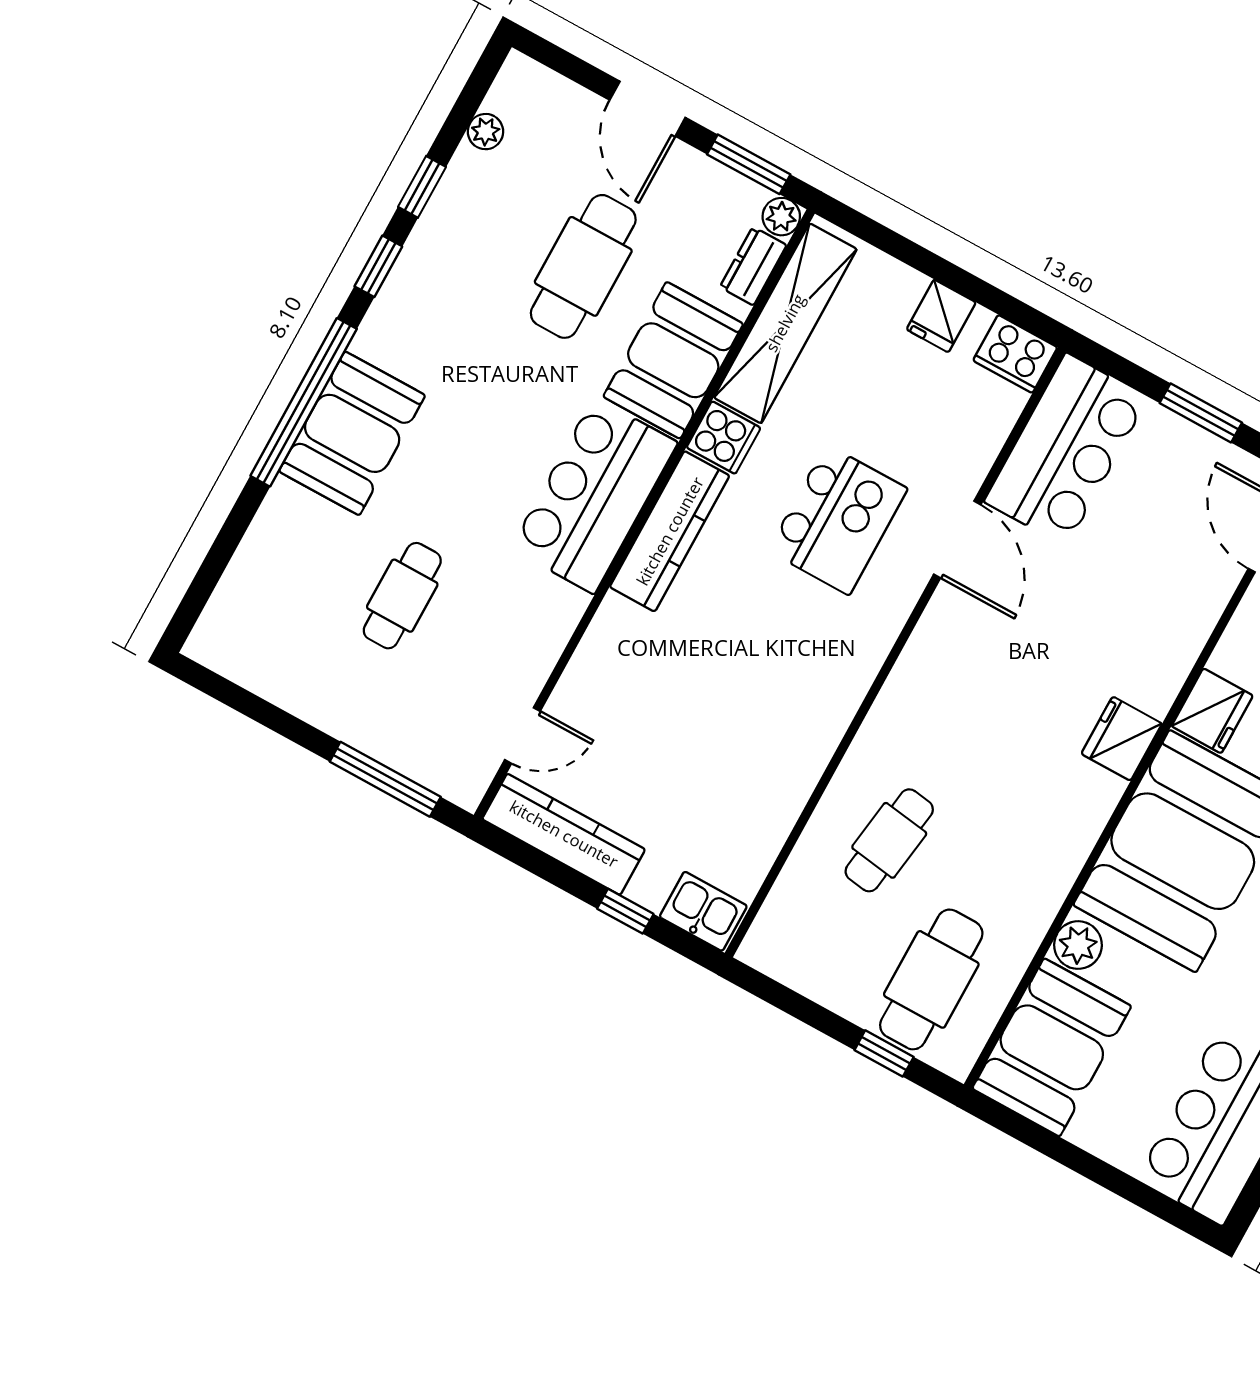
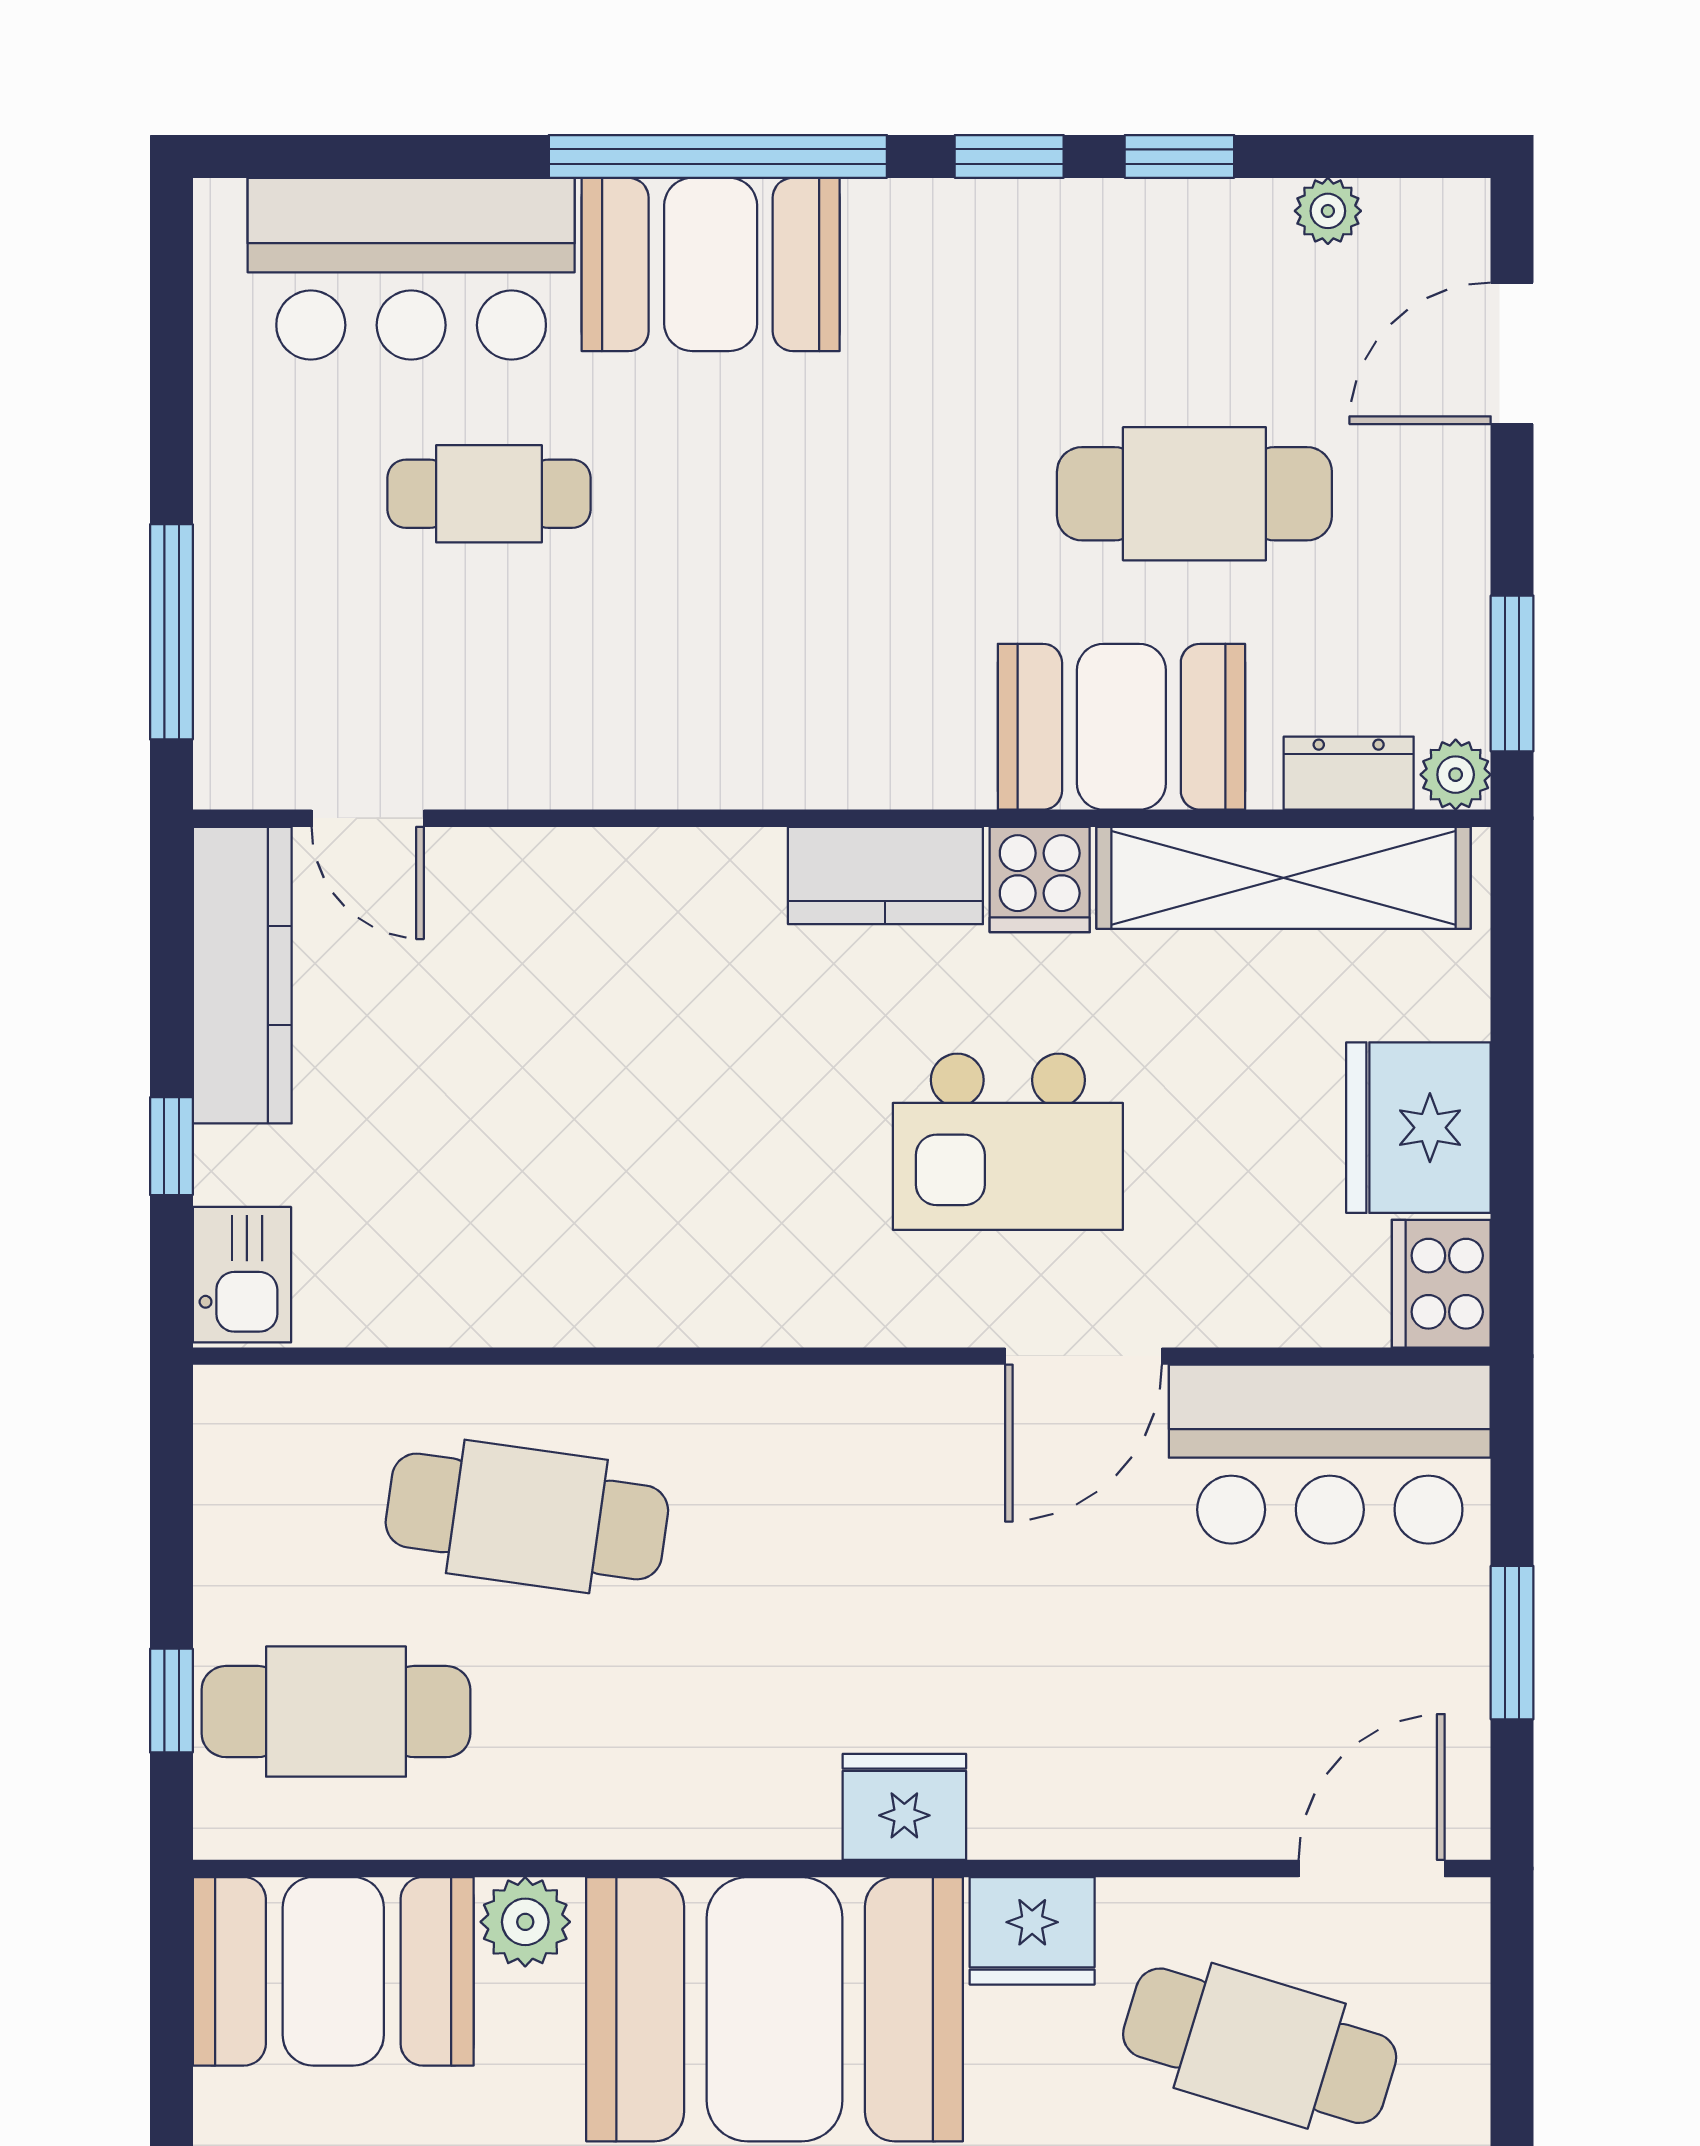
door: (648, 109) -> (1512, 353), moved
fridge: (941, 316) -> (1418, 1128), width x1.88, depth x1.34
bar counter: (594, 495) -> (411, 269), moved, turned 180
kitchen counter: (670, 531) -> (885, 876), width x0.67
cafe table: (889, 840) -> (527, 1516), width x1.37, depth x1.35

